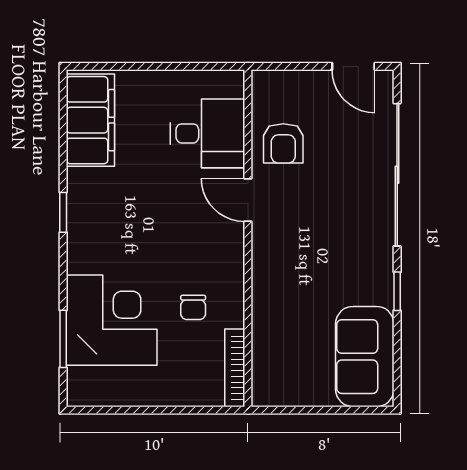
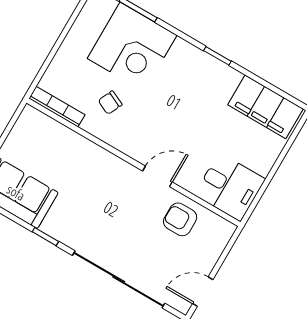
desk: (207, 133) -> (230, 187), moved, turned -90
chair: (193, 307) -> (110, 103), turned -65

